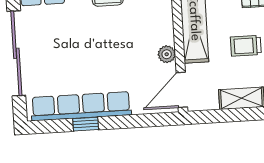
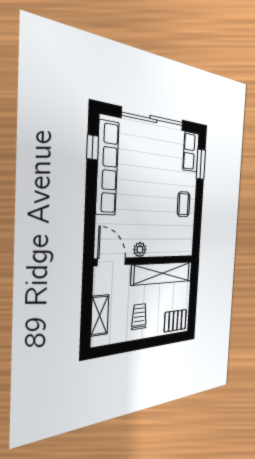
window: (86, 124) -> (93, 147), moved

